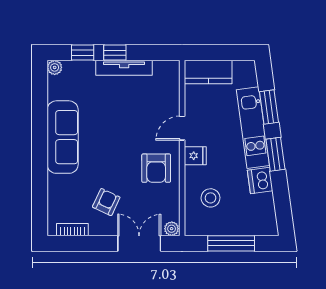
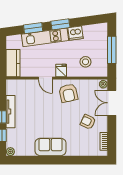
sofa: (63, 137) -> (50, 147), width x0.73
armchair: (156, 168) -> (68, 93), turned 77

